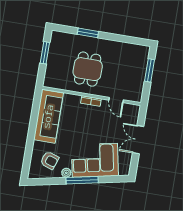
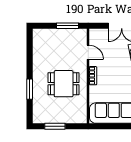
window: (150, 70) -> (68, 26), moved
door: (116, 100) -> (88, 52), hinge flipped

